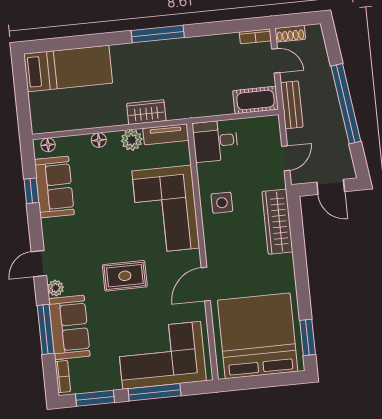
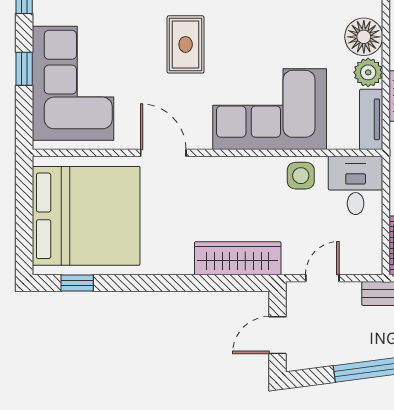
floor lamp: (99, 140) -> (364, 37), width x1.89, depth x1.89
door: (286, 158) -> (322, 278), swing flipped
side table: (222, 203) -> (301, 176), moved
window: (308, 337) -> (77, 283), width x0.67
window: (155, 392) -> (24, 69), width x0.46

